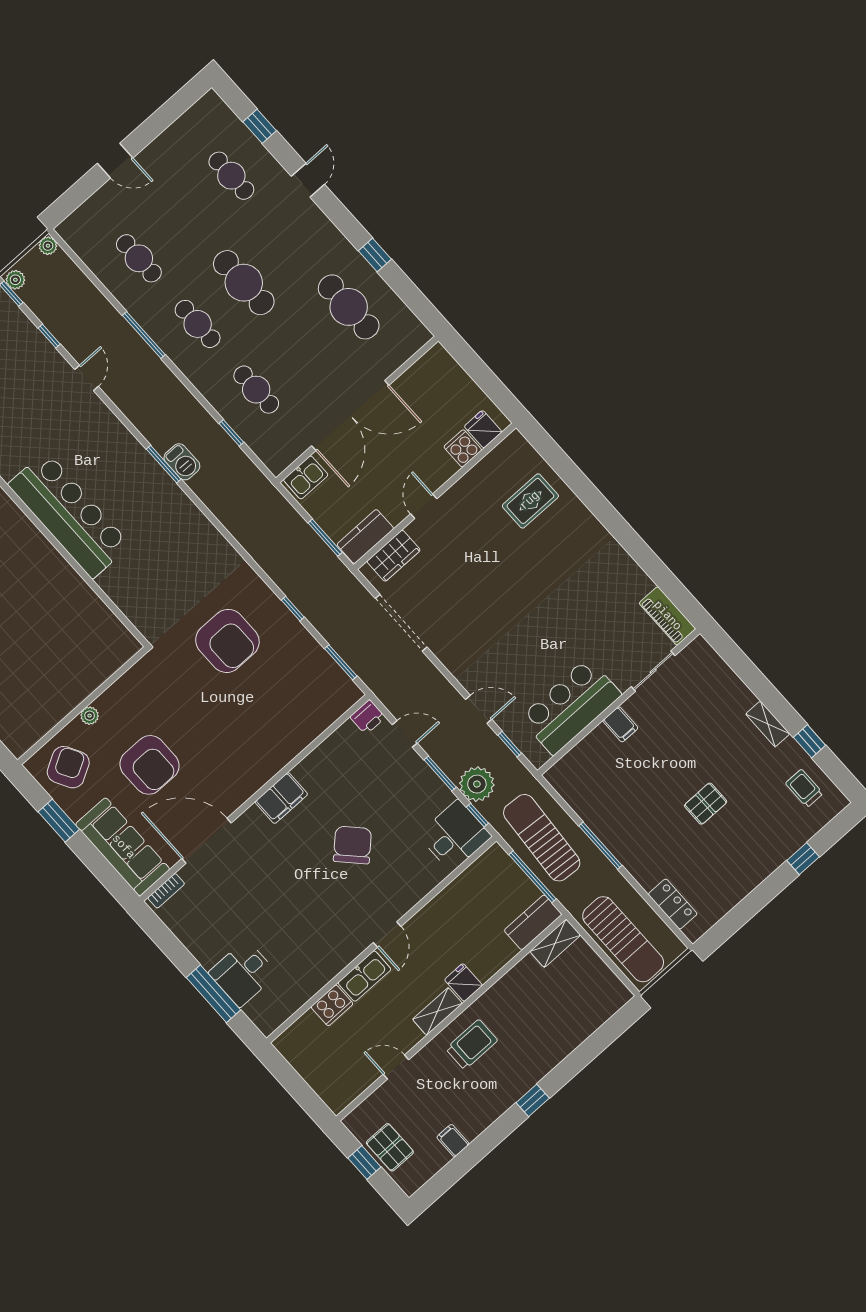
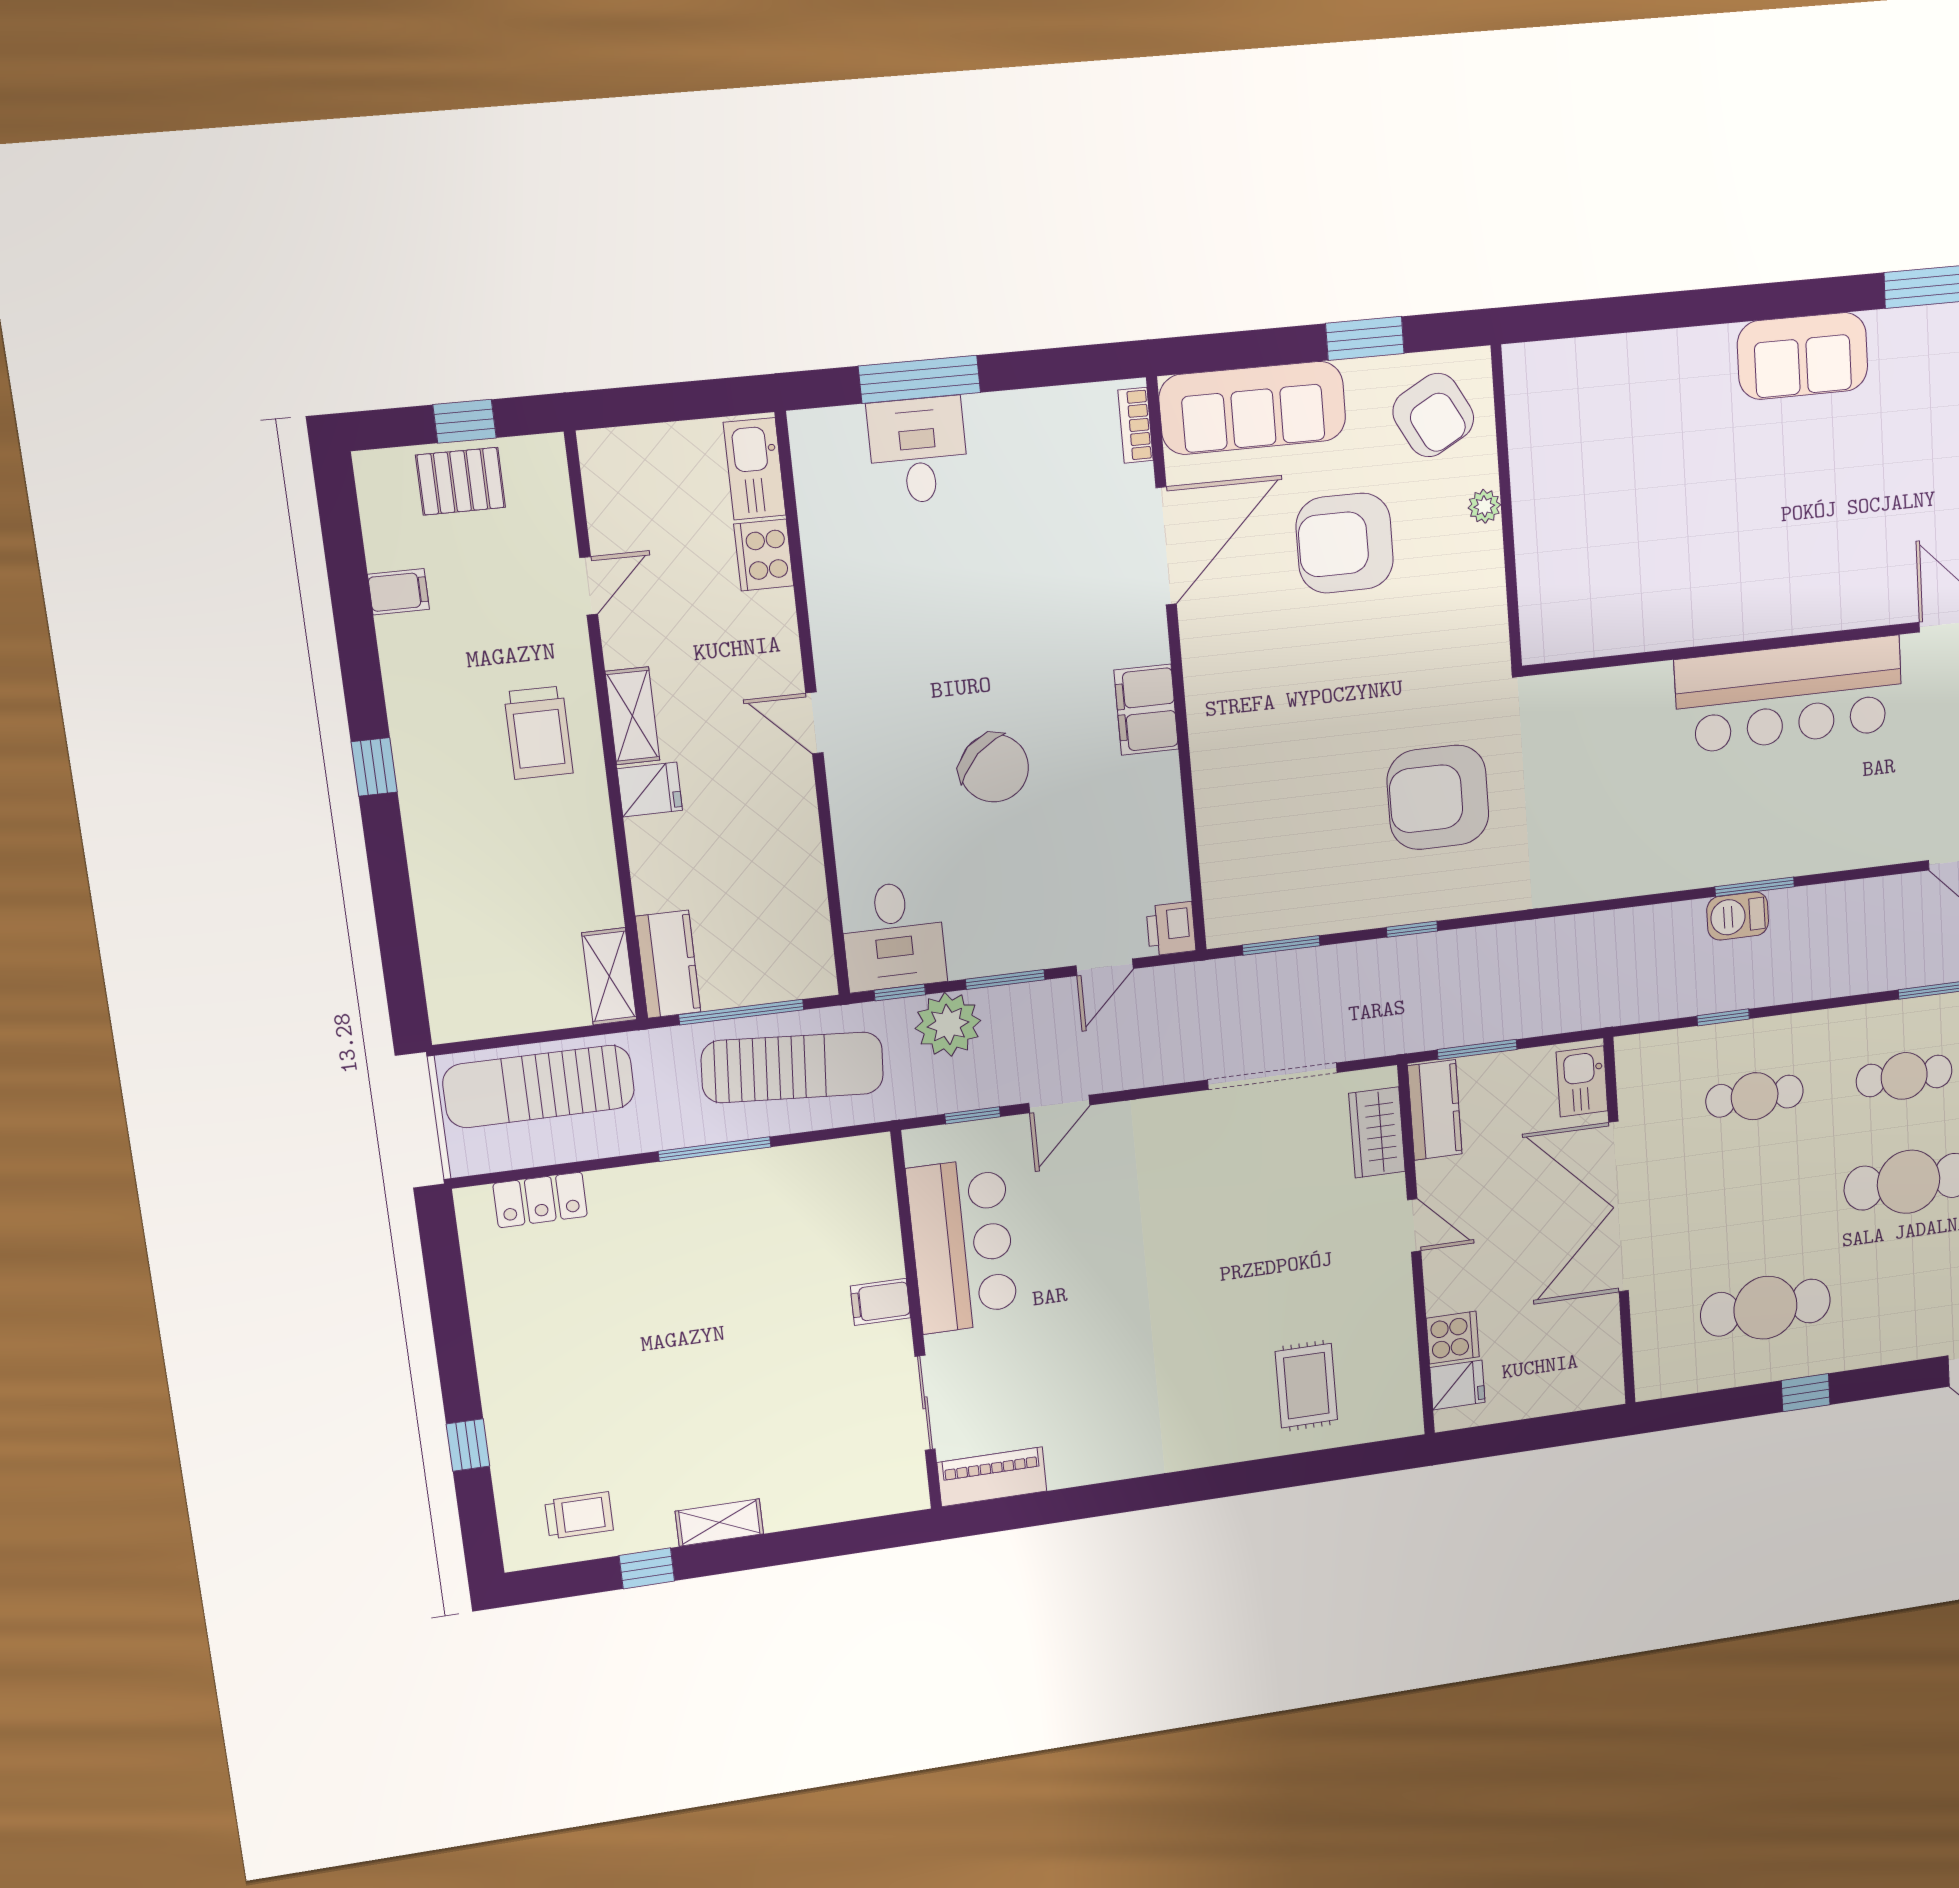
pallet: (706, 804) -> (664, 1352), removed
kitchen sink: (364, 976) -> (755, 469), moved

